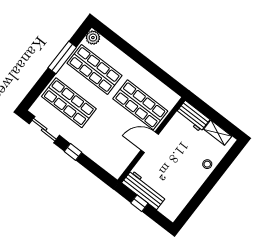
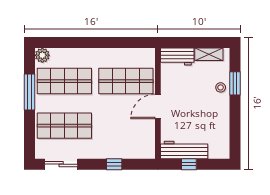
window: (73, 152) -> (114, 164), moved
window: (220, 169) -> (235, 83), added

